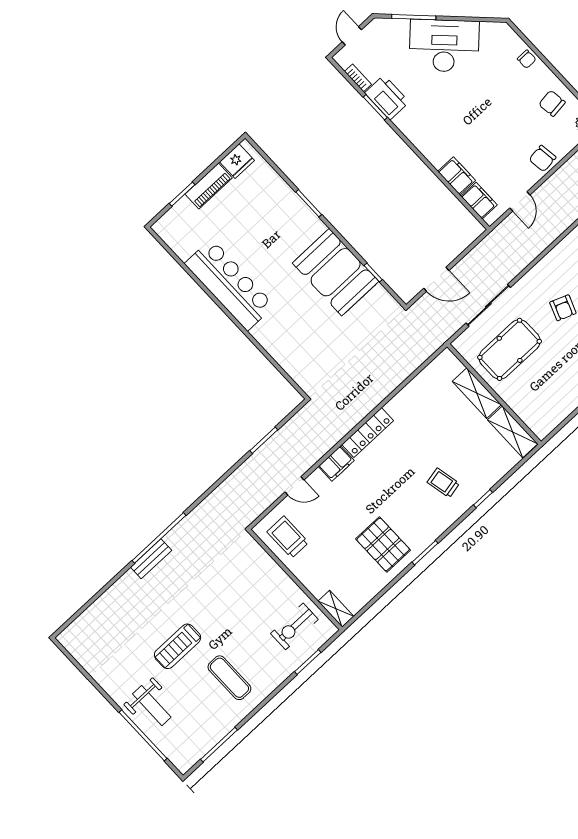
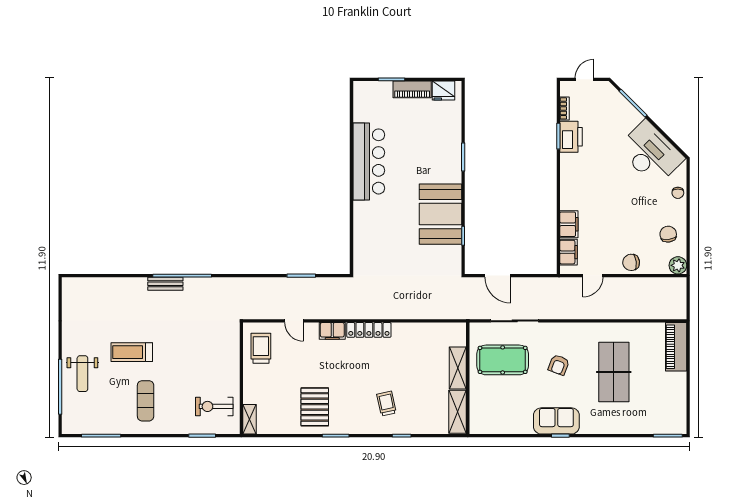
desk: (444, 46) -> (651, 153), moved

